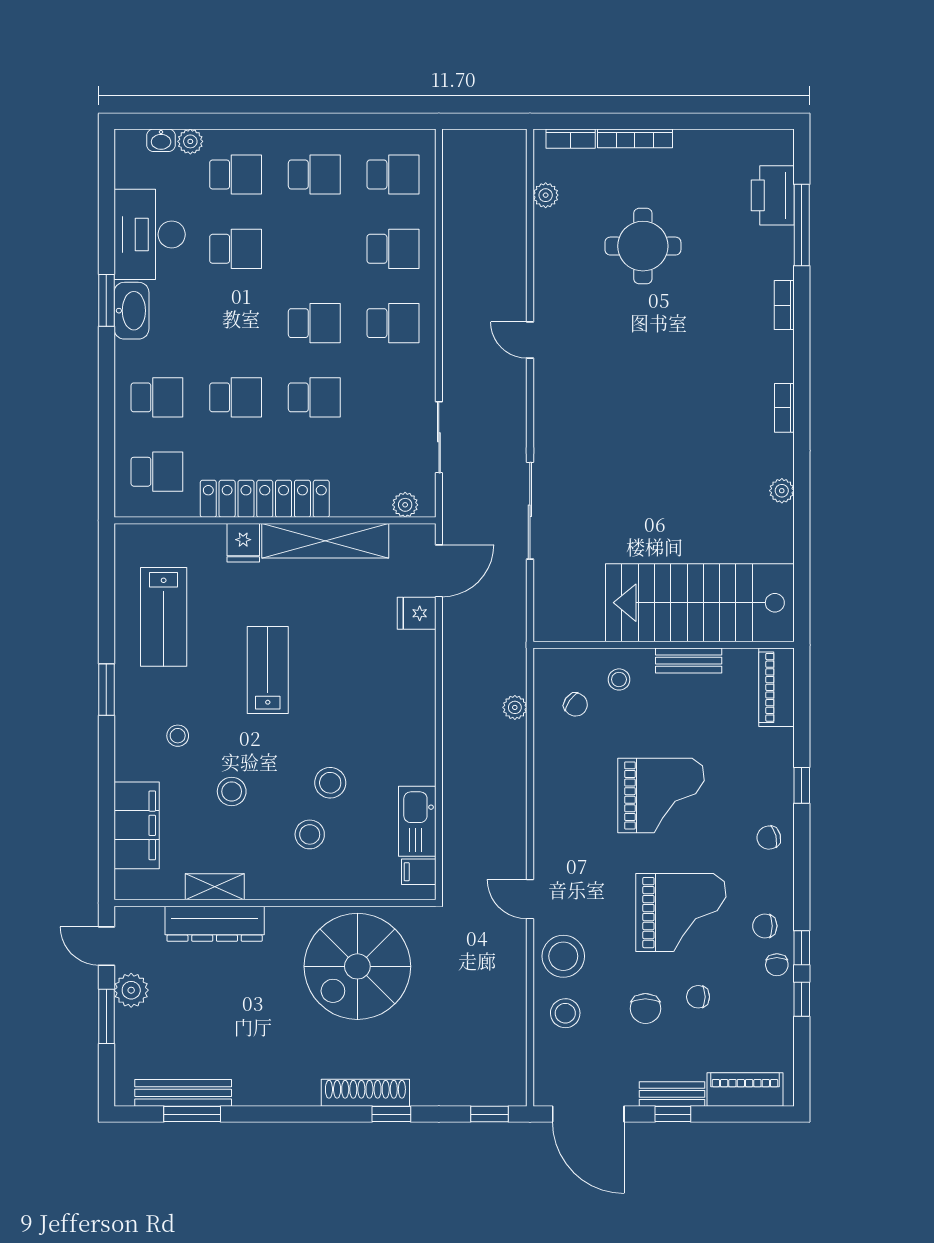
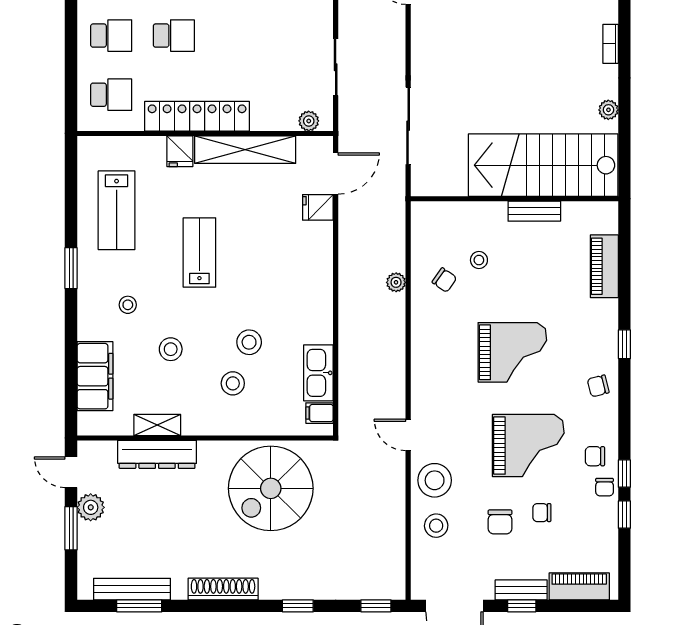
school desk: (314, 397) -> (236, 36), removed
stairs: (700, 603) -> (543, 165), moved
wall: (664, 645) -> (514, 199), moved
bench: (689, 661) -> (534, 211), moved
shoe rack: (365, 1093) -> (223, 589), moved

